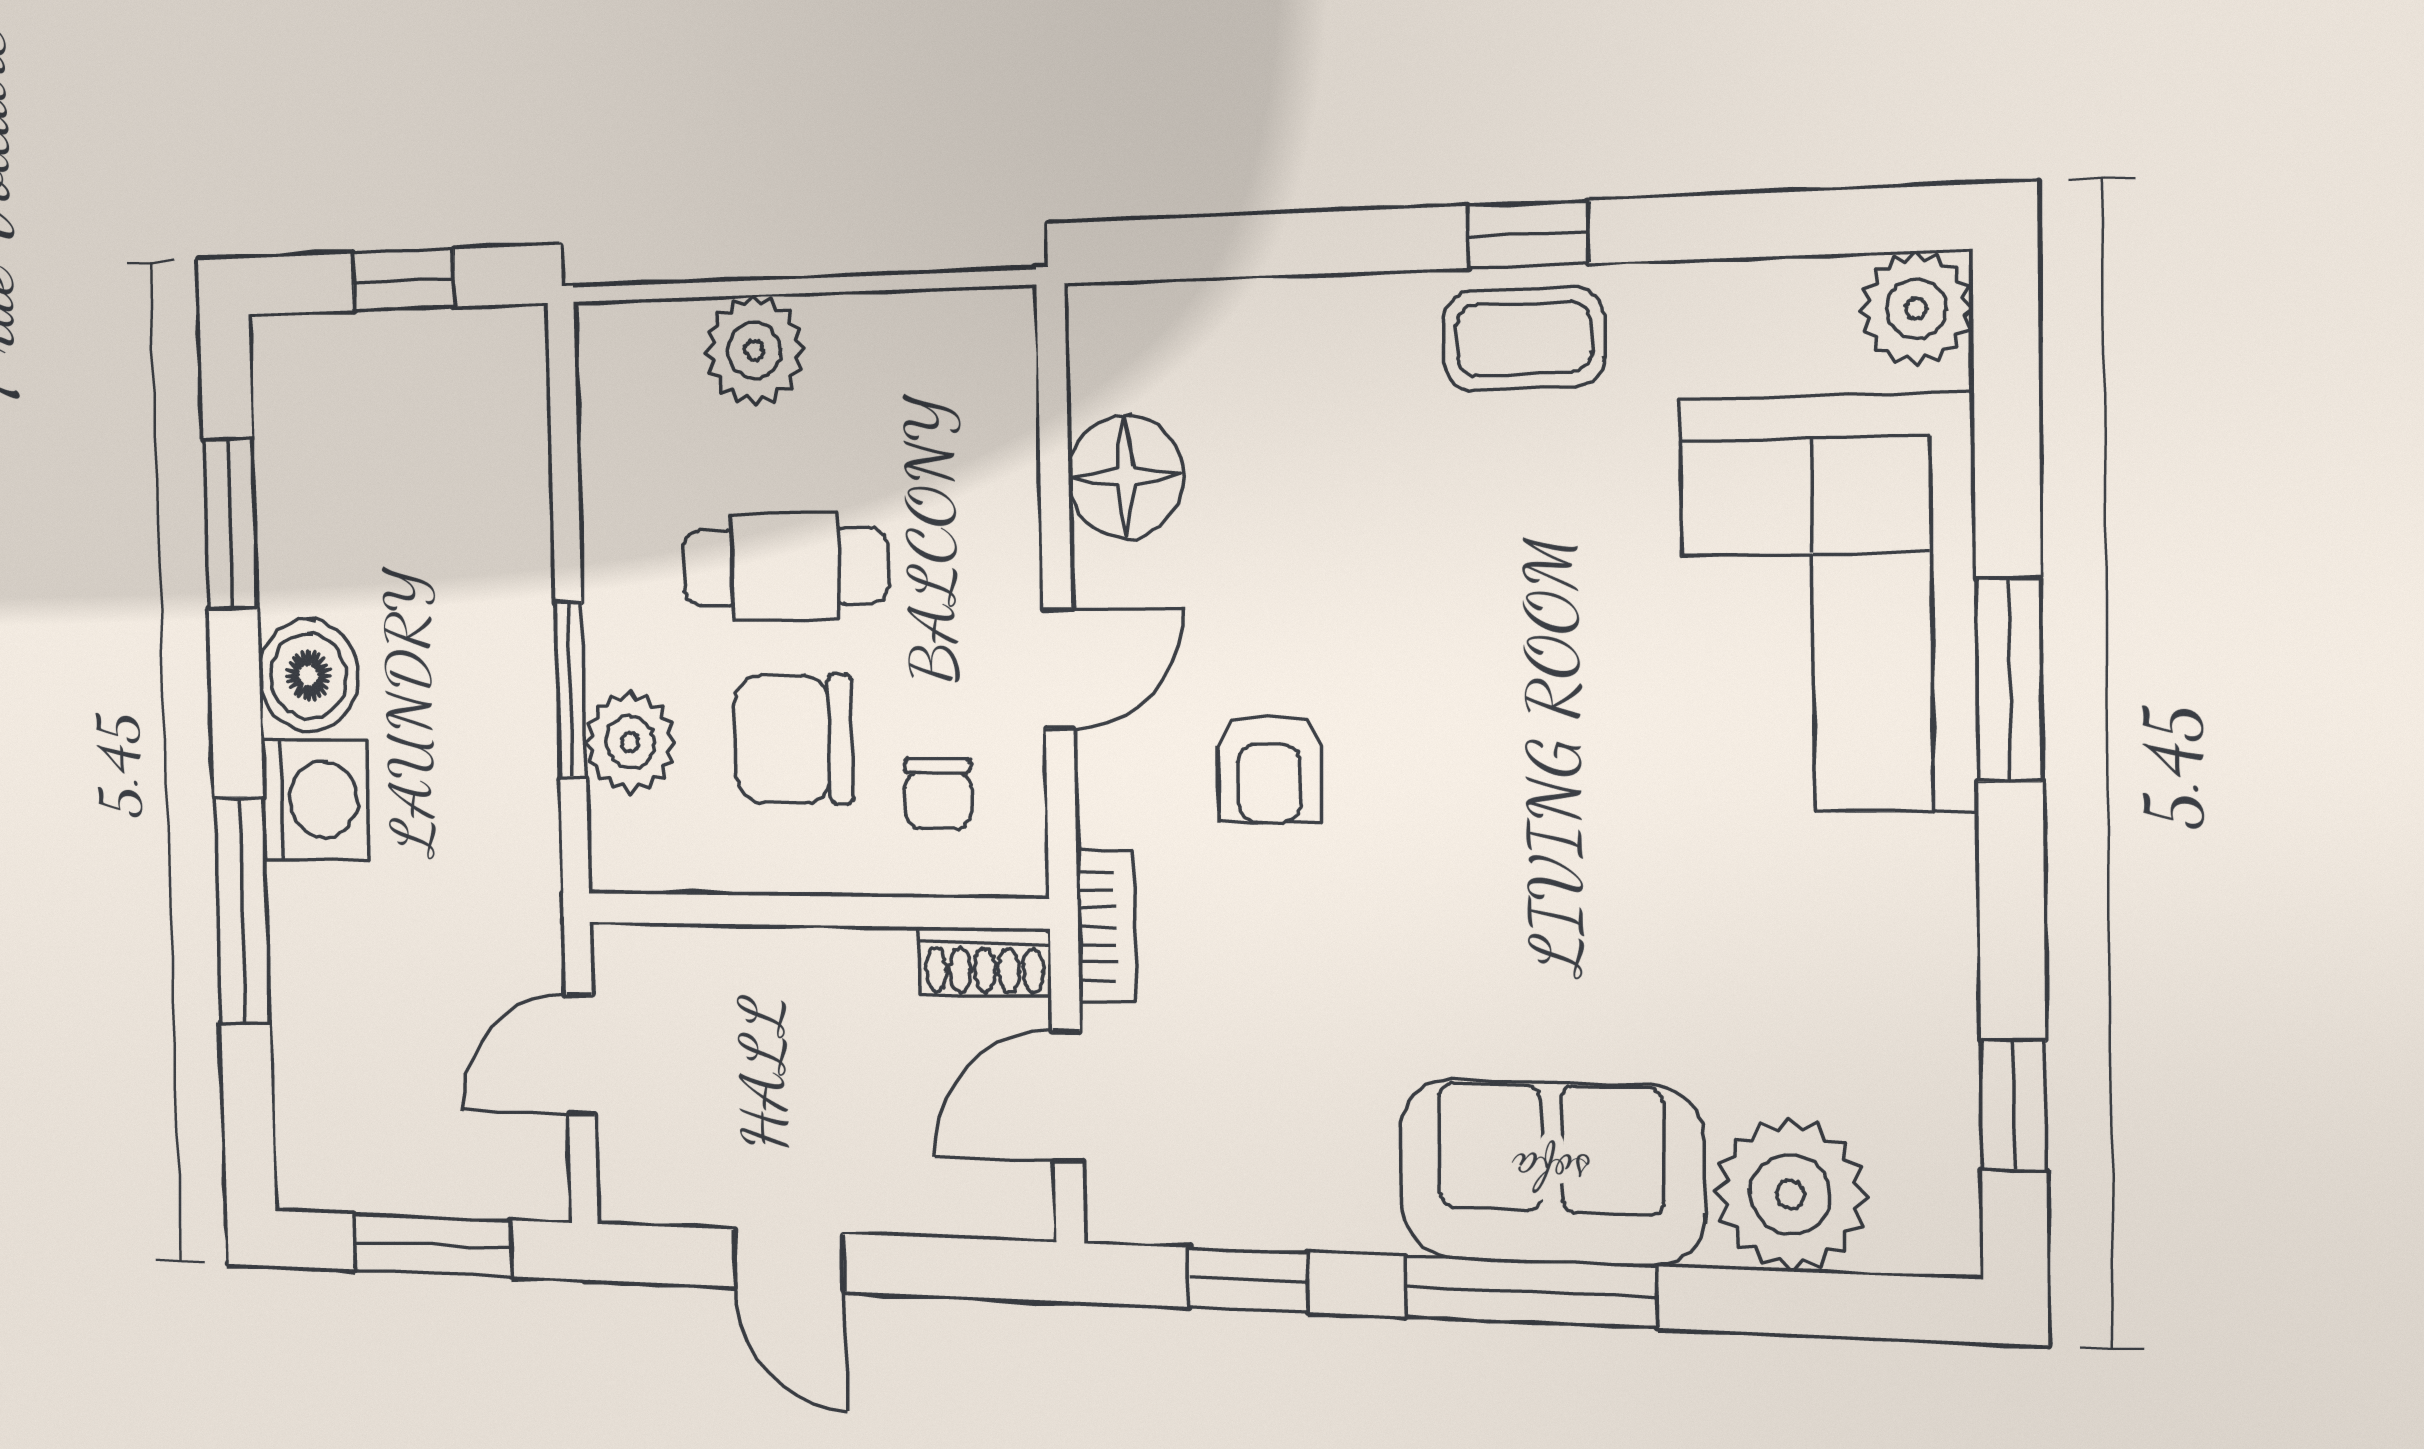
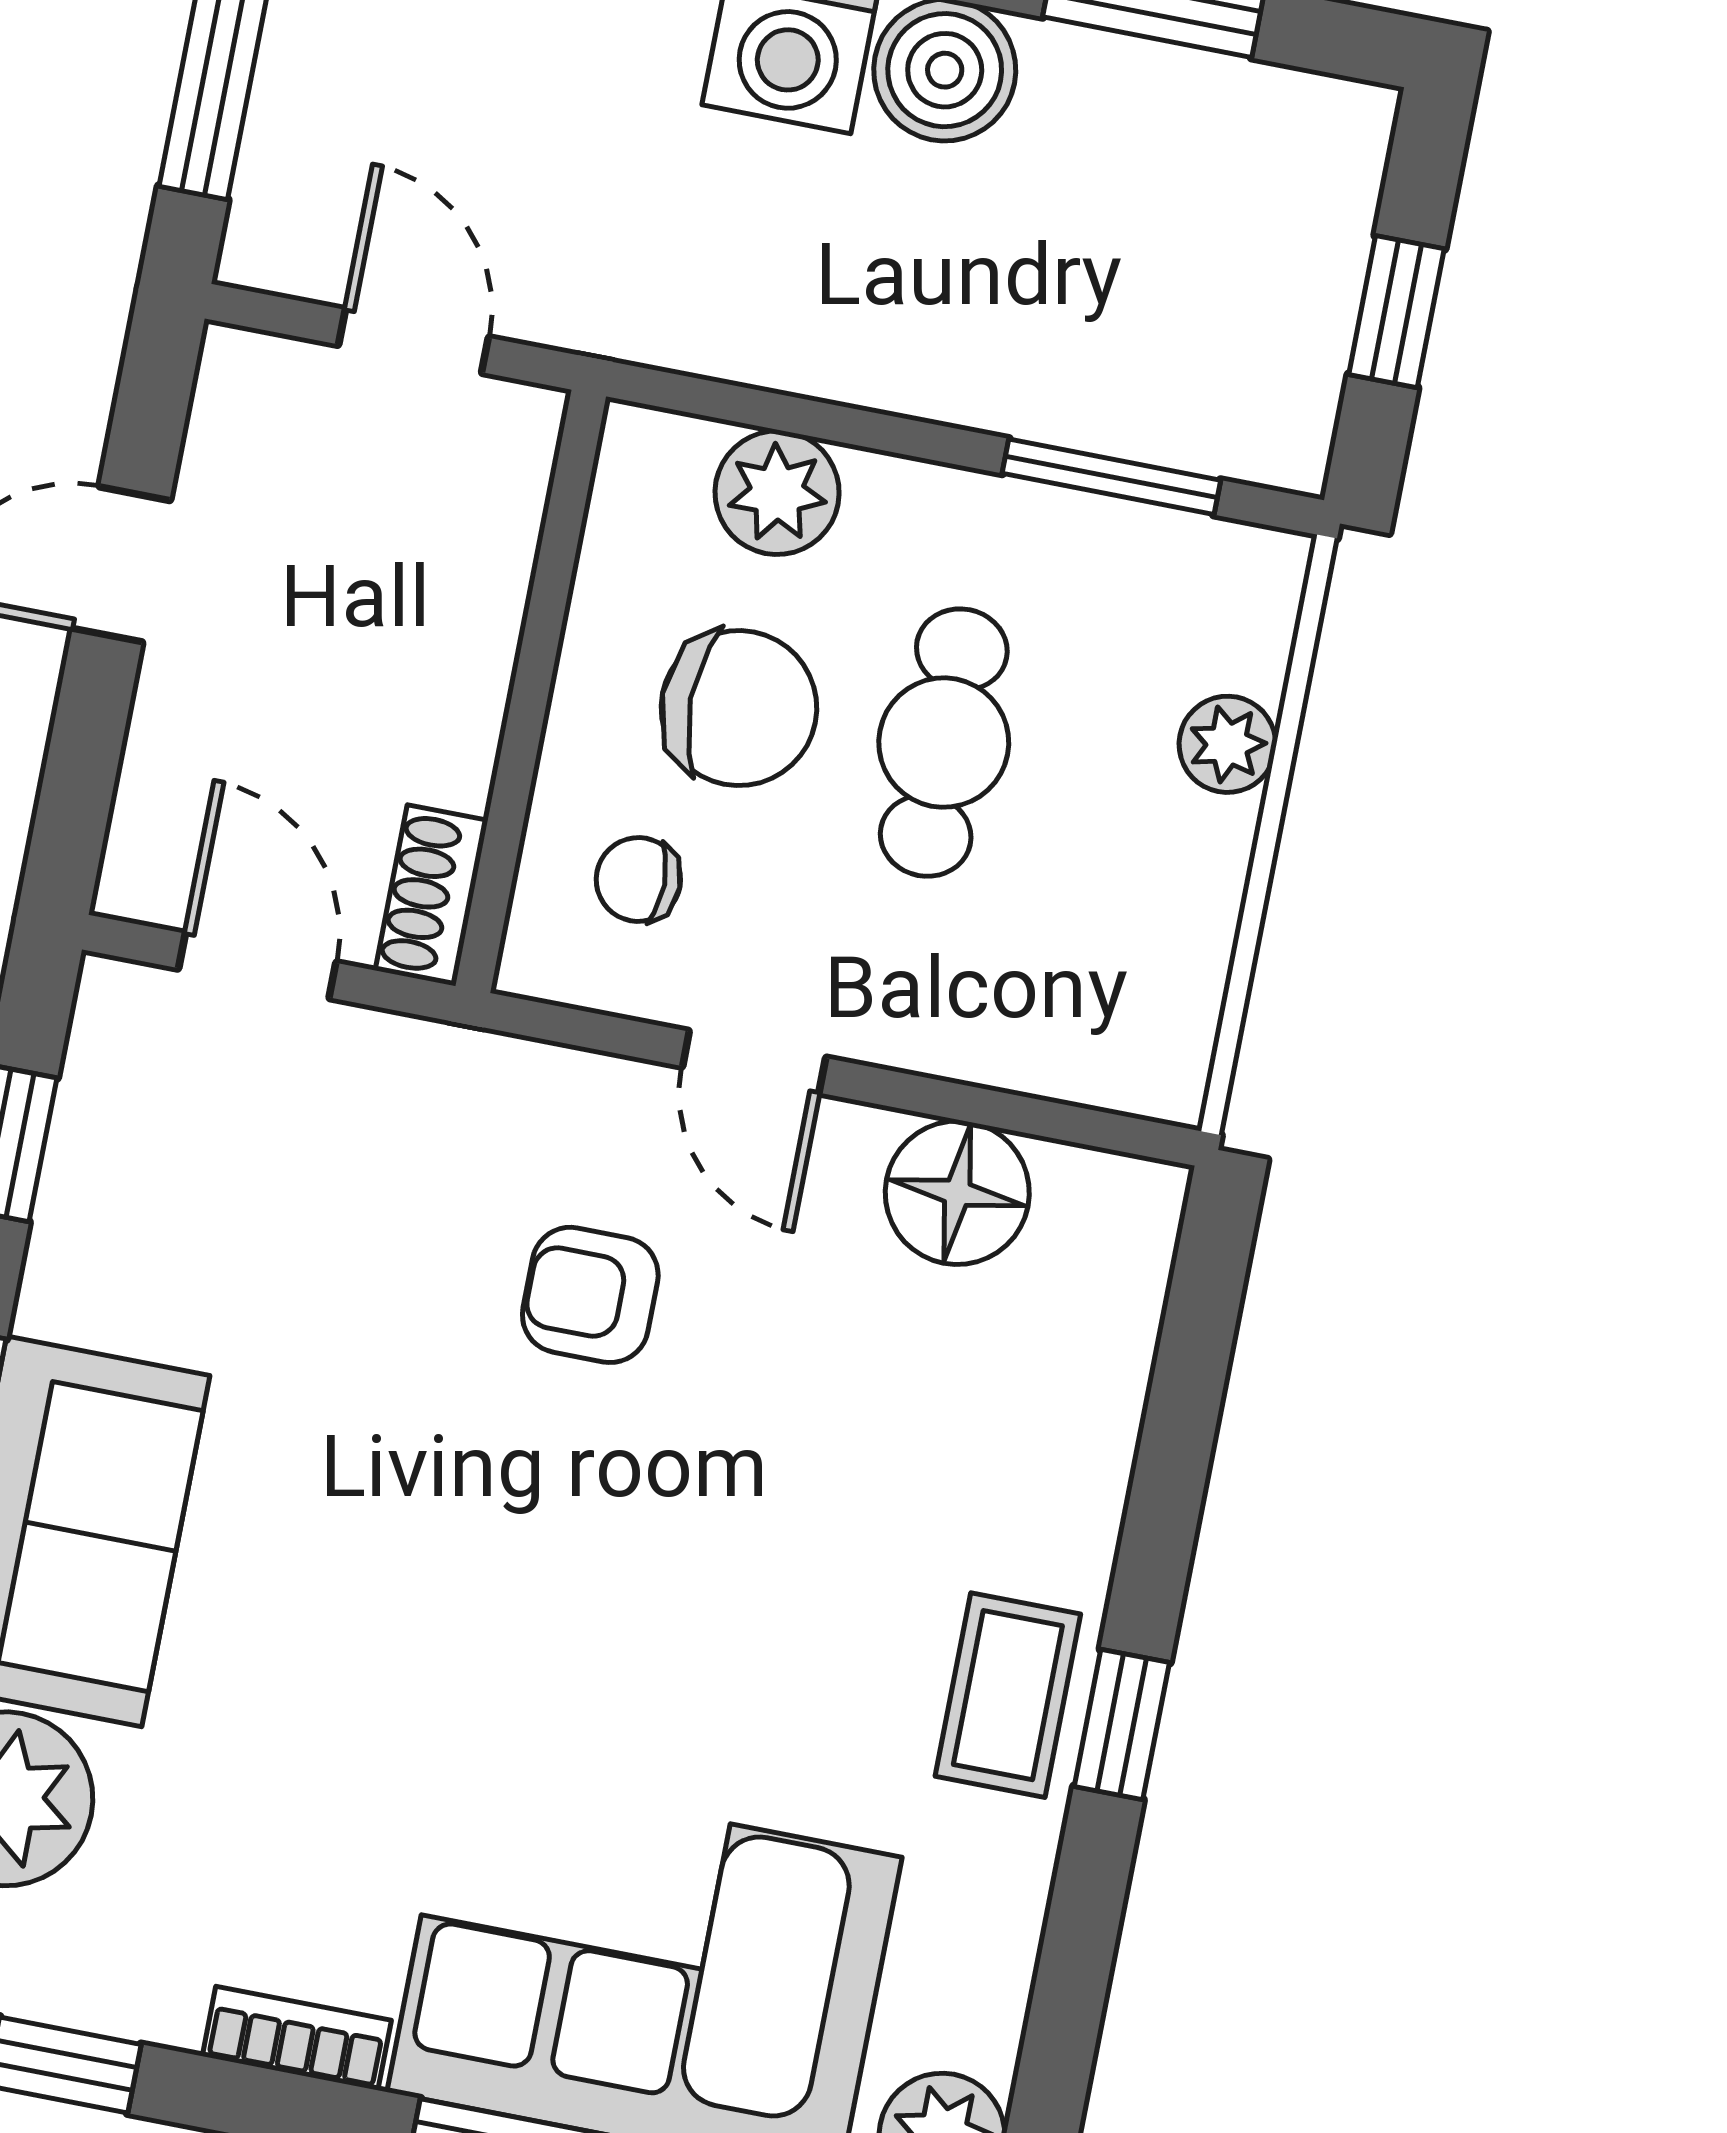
plant: (754, 350) -> (1227, 744), width x0.73, depth x0.73
window: (571, 690) -> (1111, 477), moved
chair: (793, 739) -> (739, 708), turned 90
bookcase: (1106, 926) -> (297, 2038), moved, turned 180

